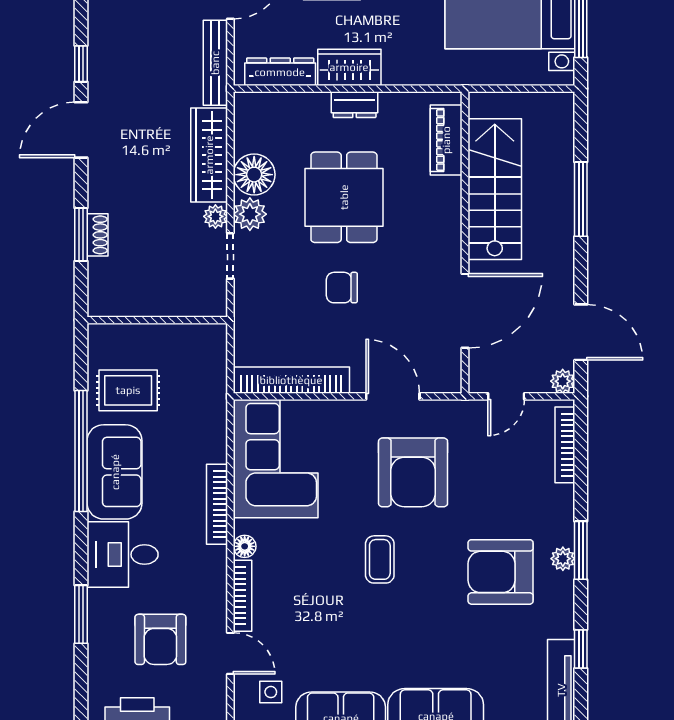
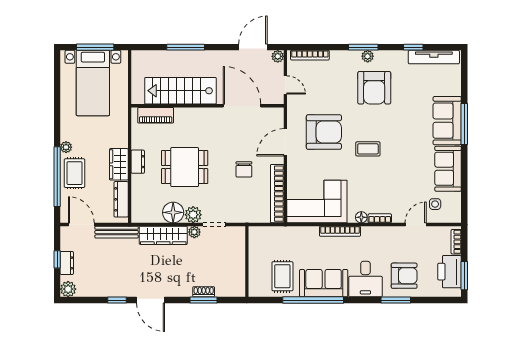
chair: (342, 288) -> (244, 169), moved
bookcase: (243, 596) -> (380, 218), width x0.64
armchair: (160, 639) -> (404, 276), moved

